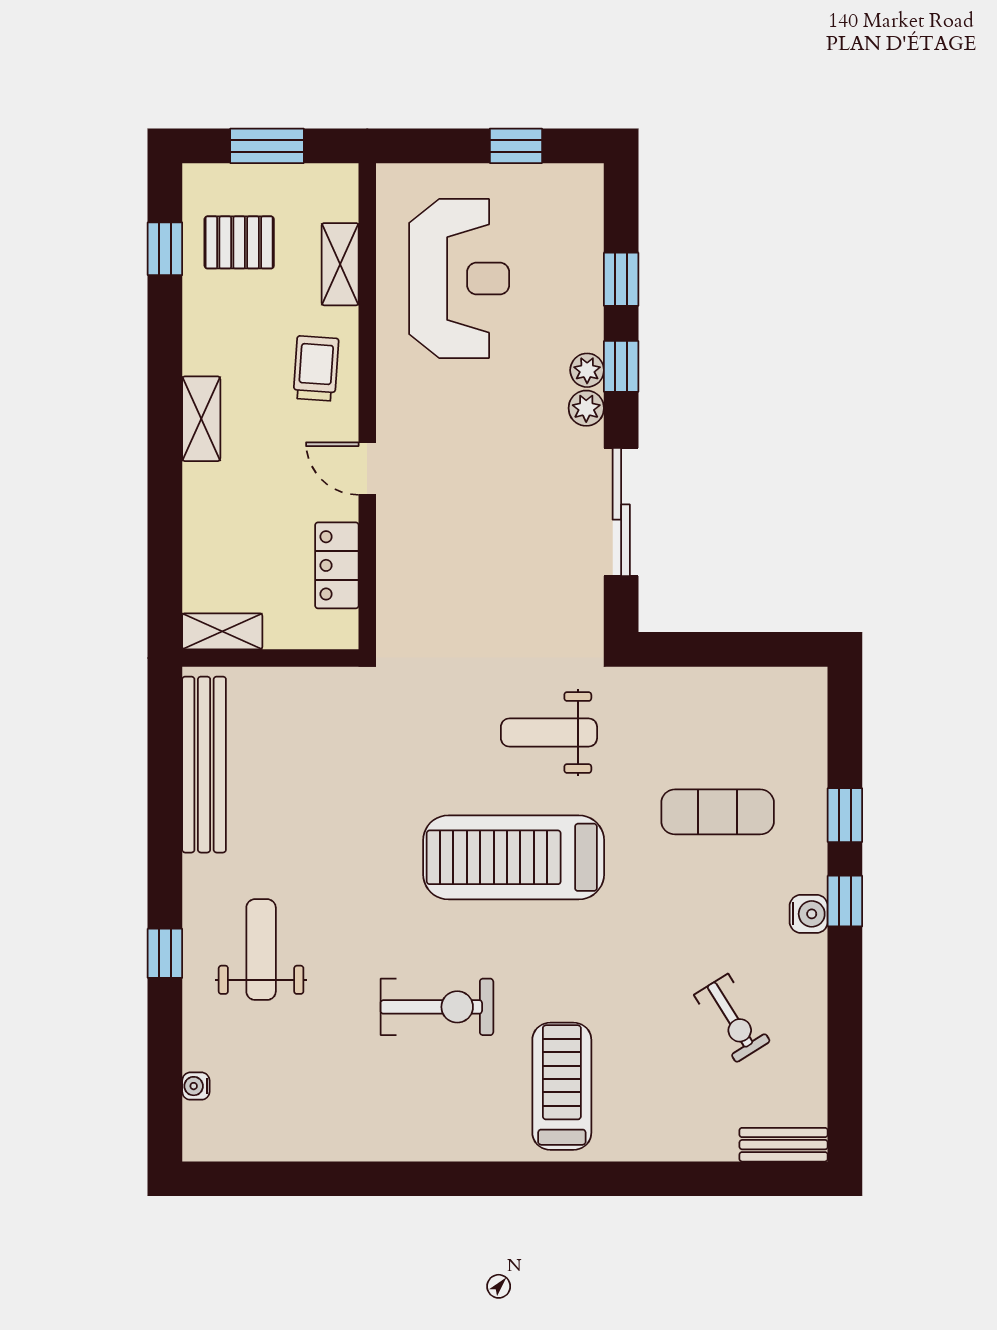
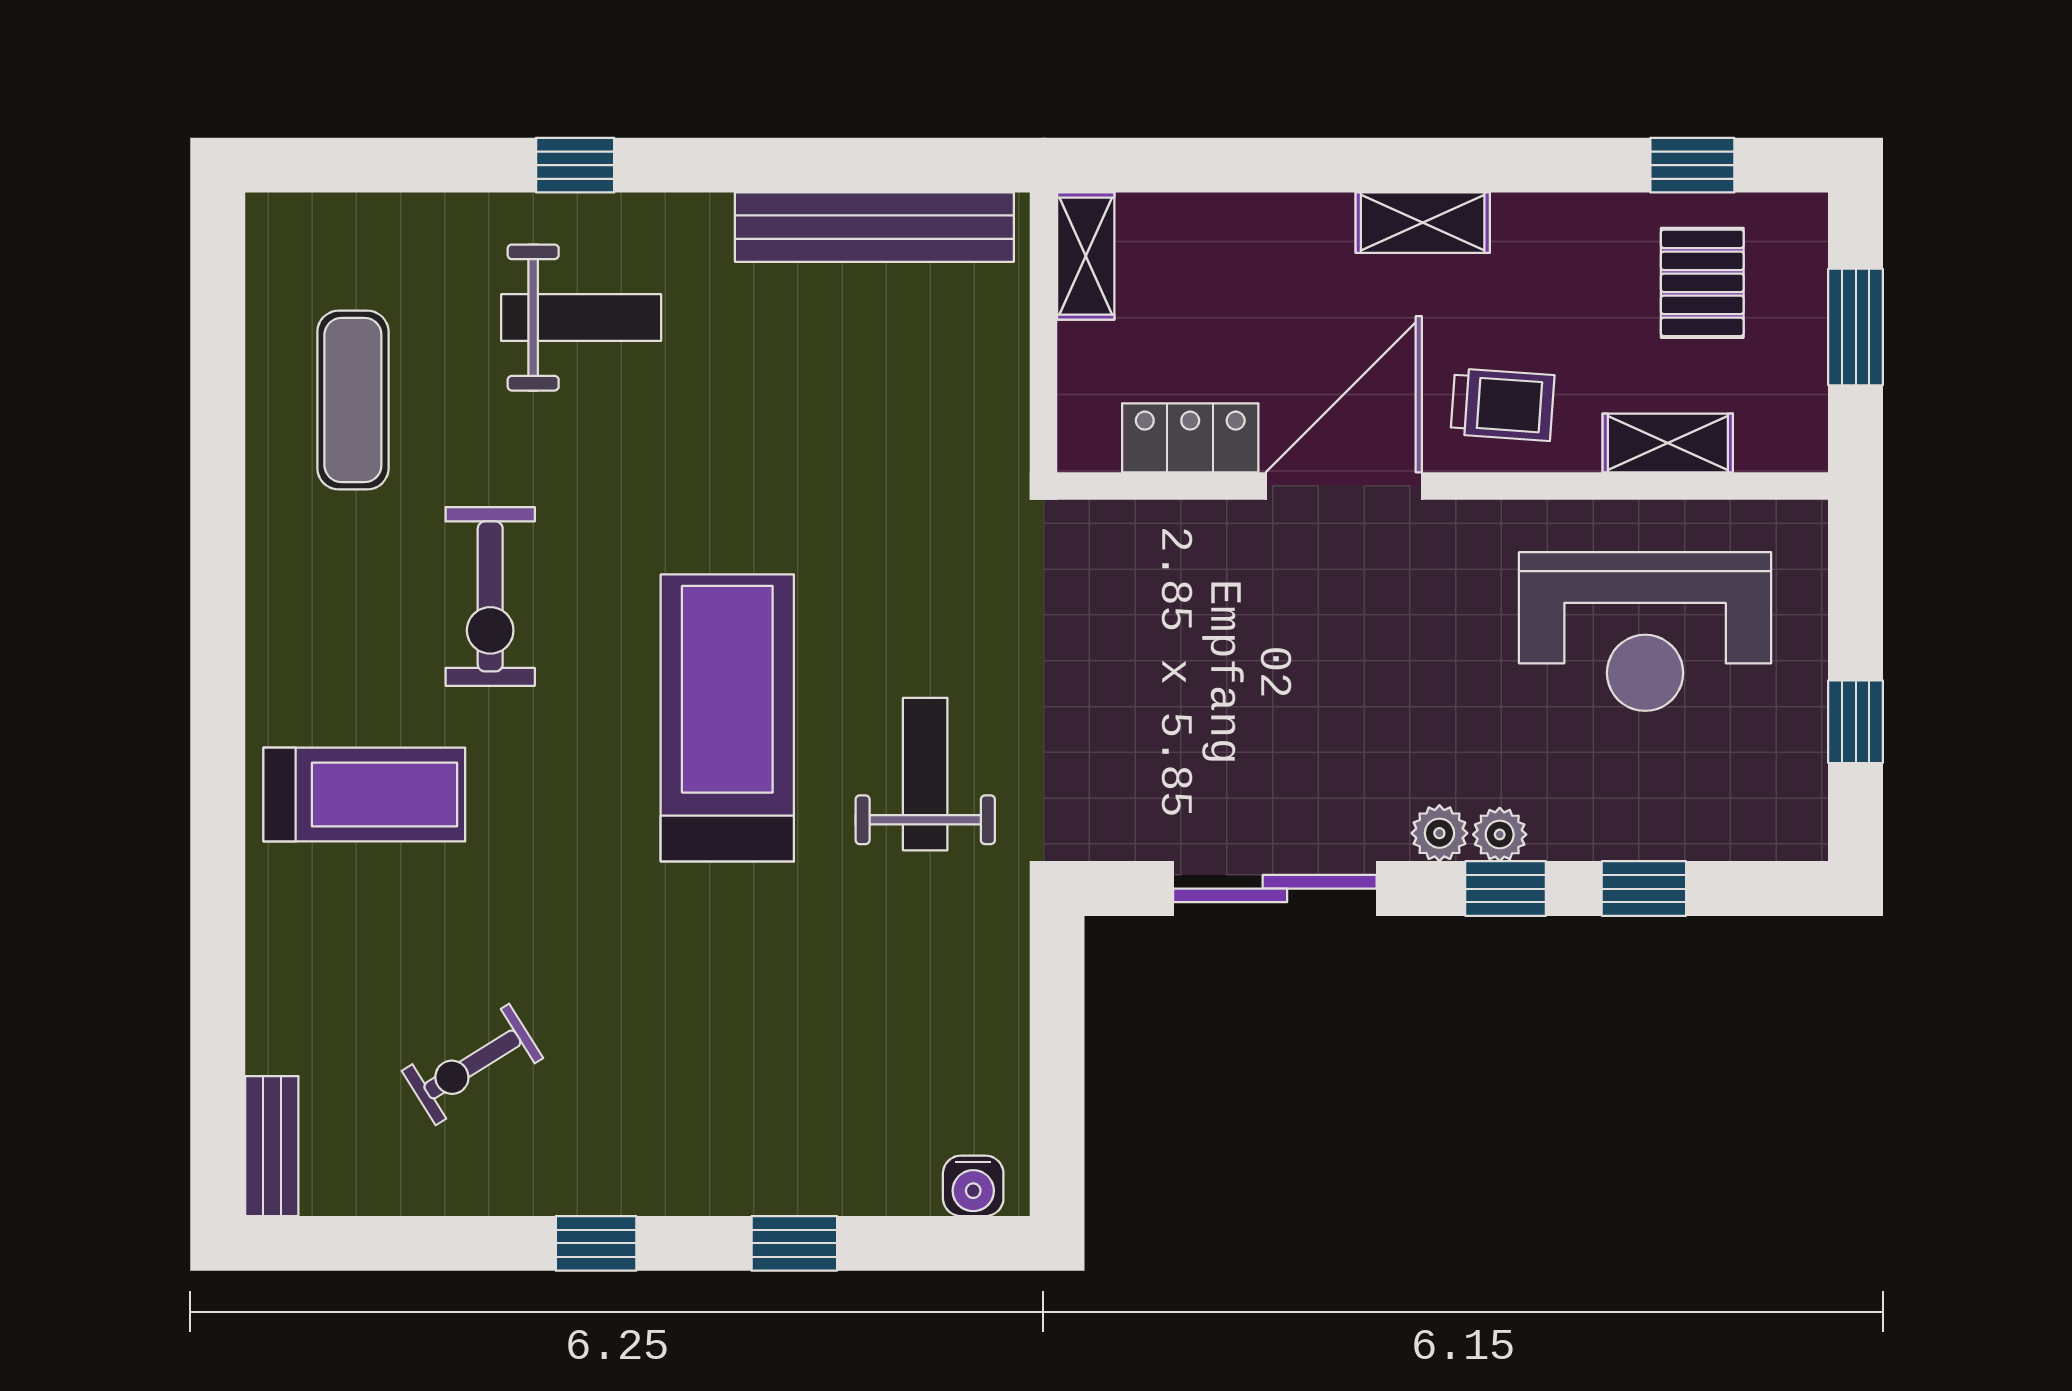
door: (367, 469) -> (1344, 486), width x1.88
exercise mat: (718, 812) -> (353, 400), moved
window: (845, 901) -> (596, 1243), moved
water cooler: (809, 914) -> (973, 1186), moved
water cooler: (196, 1086) -> (365, 214), removed

